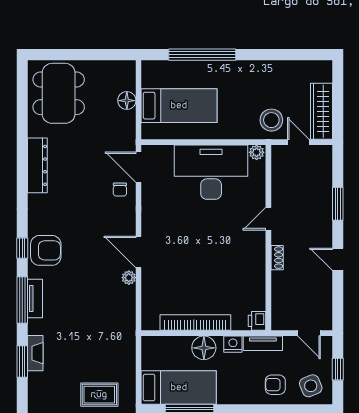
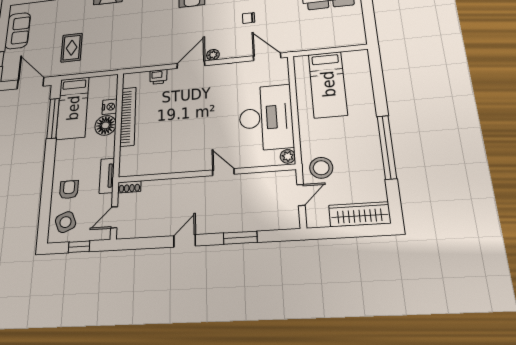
window: (202, 55) -> (387, 147), moved
floor lamp: (127, 101) -> (328, 41), removed
wardrobe: (321, 111) -> (360, 214), moved
door: (138, 167) -> (267, 57), hinge flipped
chair: (120, 190) -> (249, 18), moved
shoe rack: (277, 258) -> (129, 187), moved
plant: (129, 278) -> (213, 55), moved
printer: (257, 321) -> (158, 77), moved, turned 180
nightstand: (233, 344) -> (110, 107), moved

